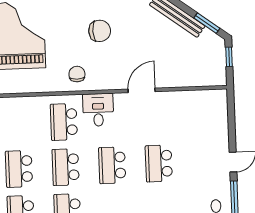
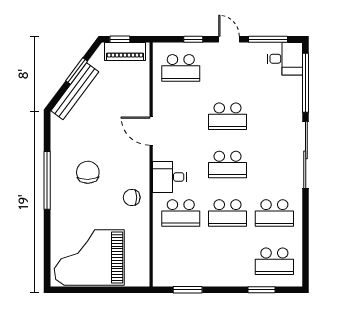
window: (207, 23) -> (77, 71), moved
piano: (217, 62) -> (125, 52), added
window: (232, 128) -> (193, 39), added
school desk: (19, 169) -> (181, 68), moved

